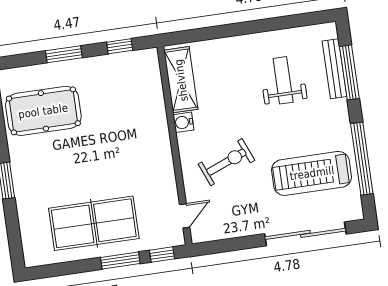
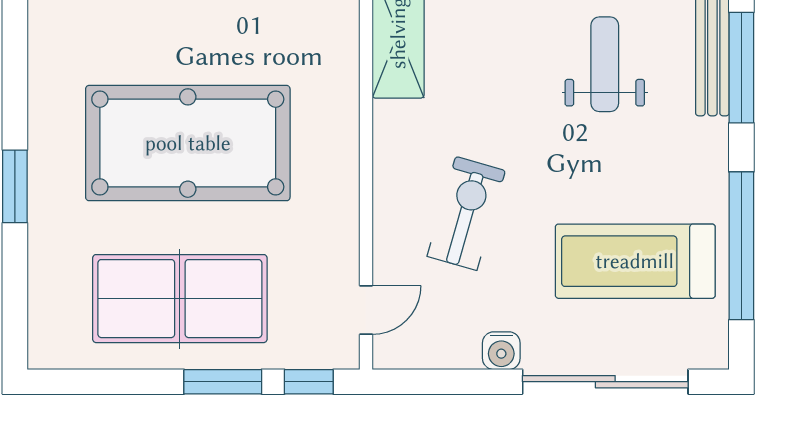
pool table: (43, 111) -> (188, 143), moved, width x1.36, depth x1.32
water cooler: (183, 122) -> (501, 351), moved, turned -90
exercise bike: (226, 162) -> (466, 213), turned -52

